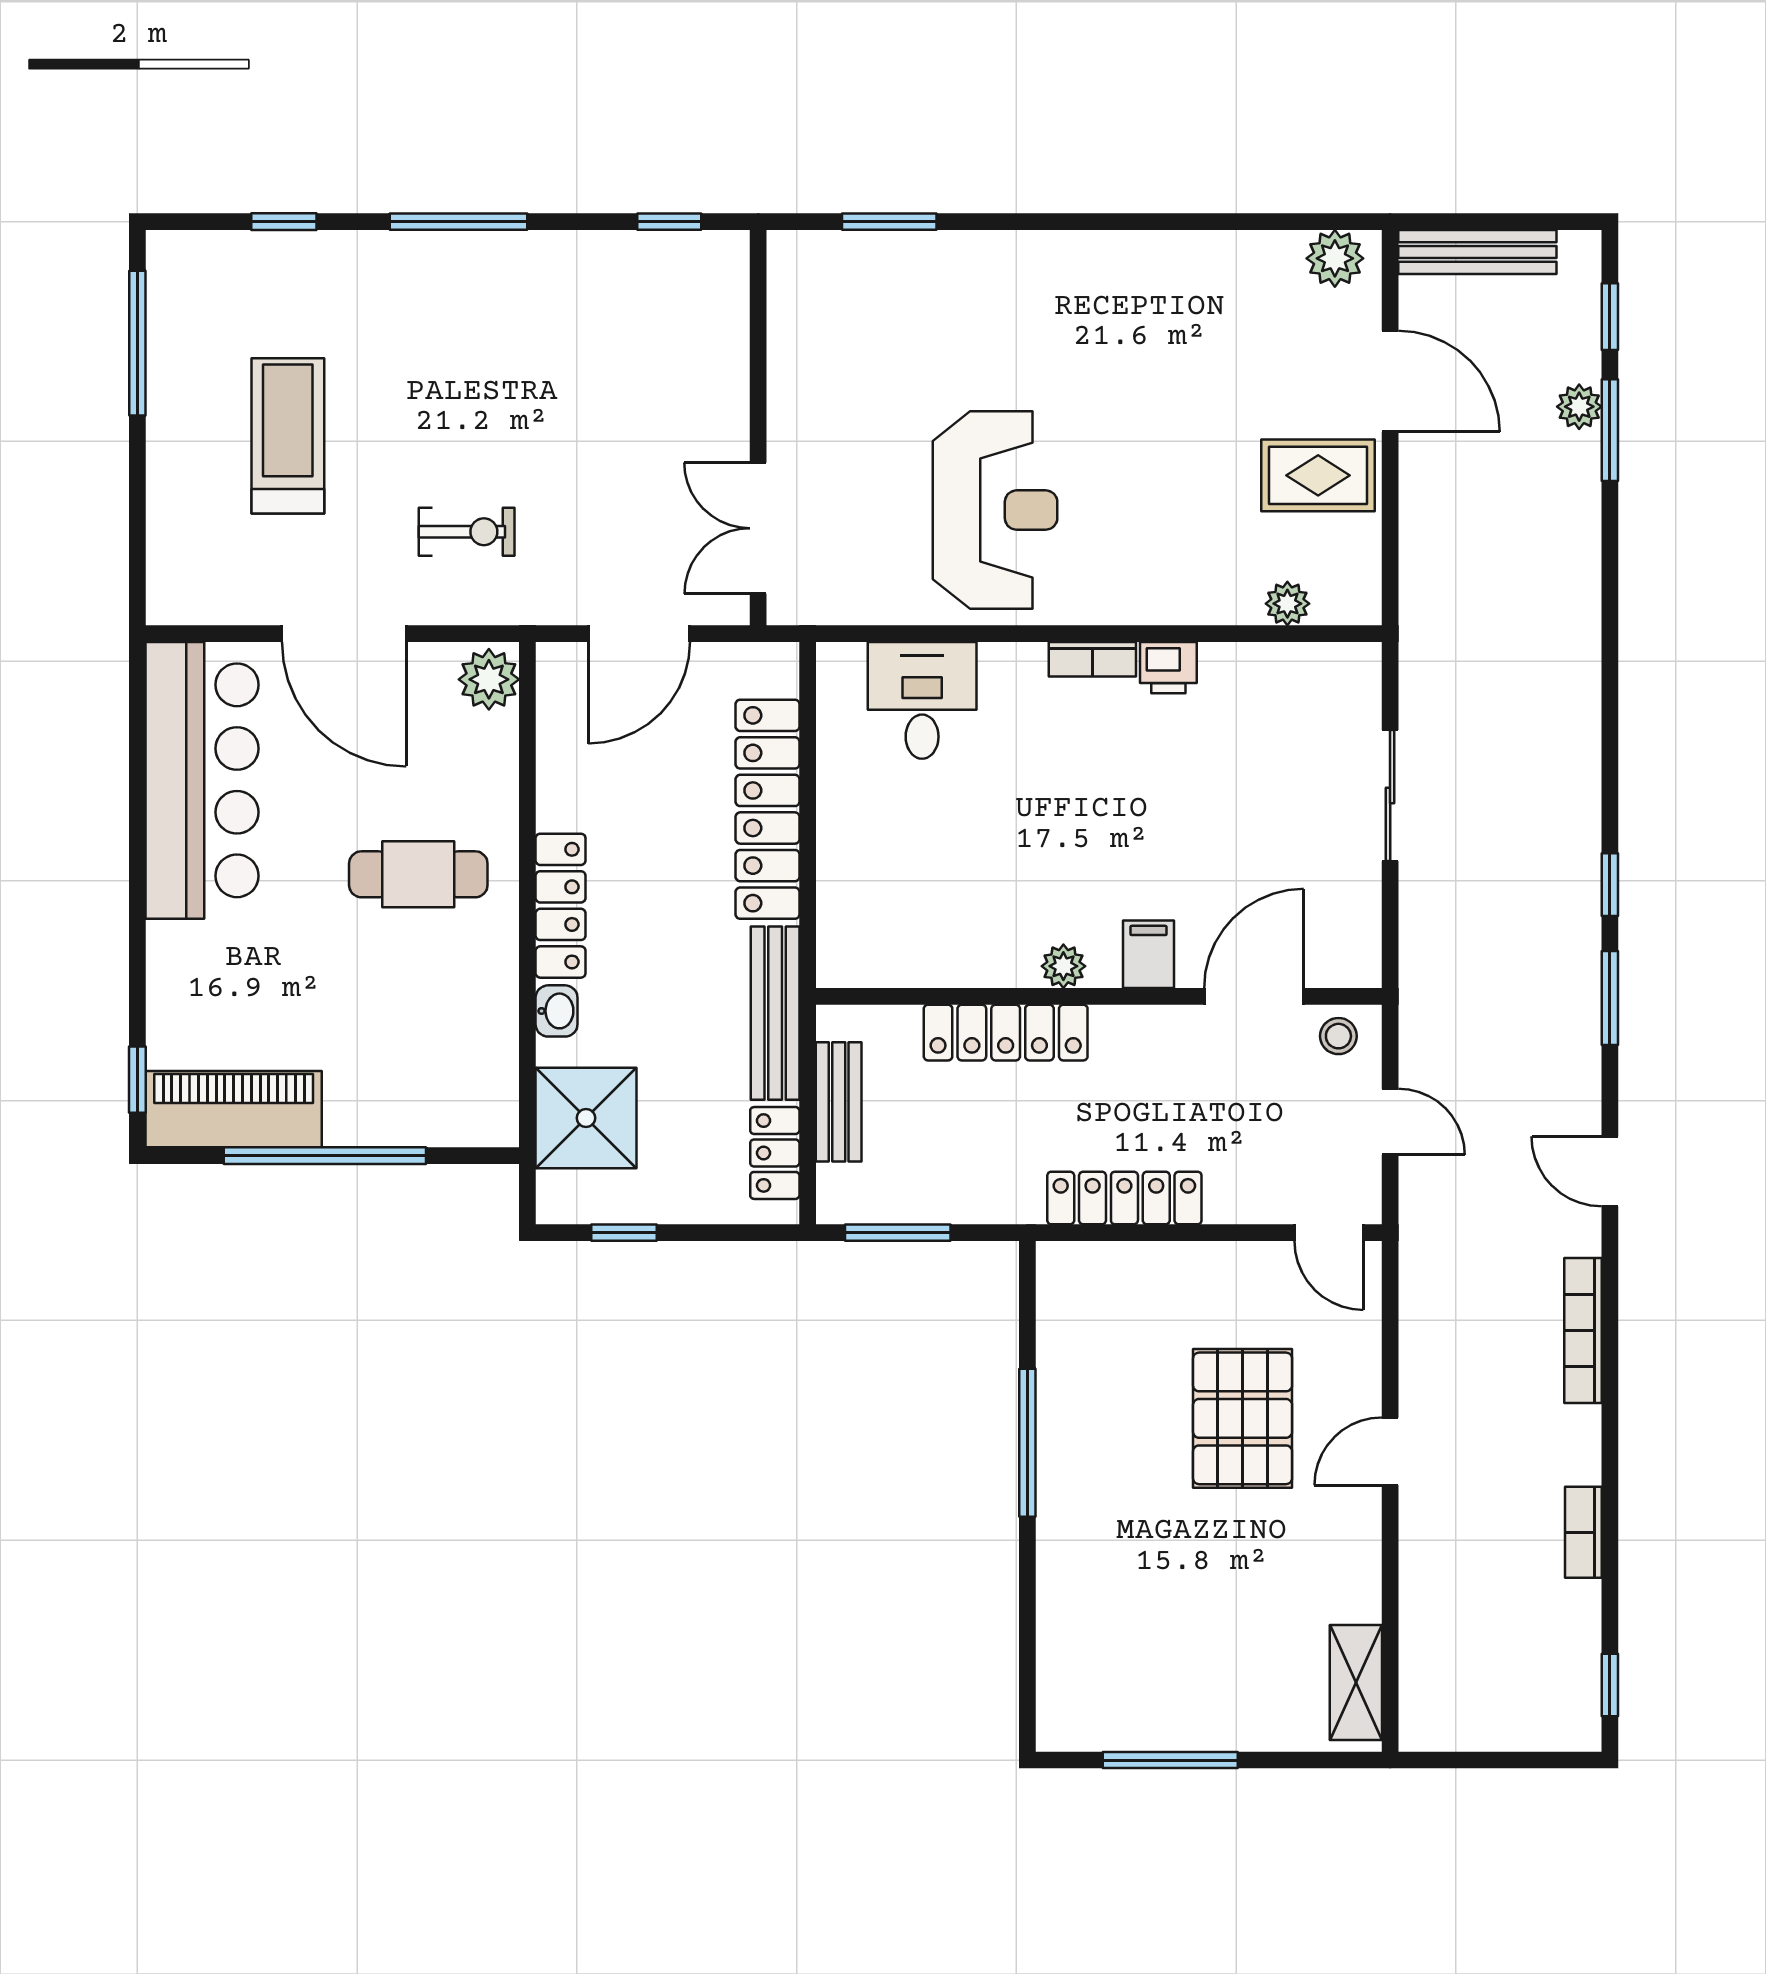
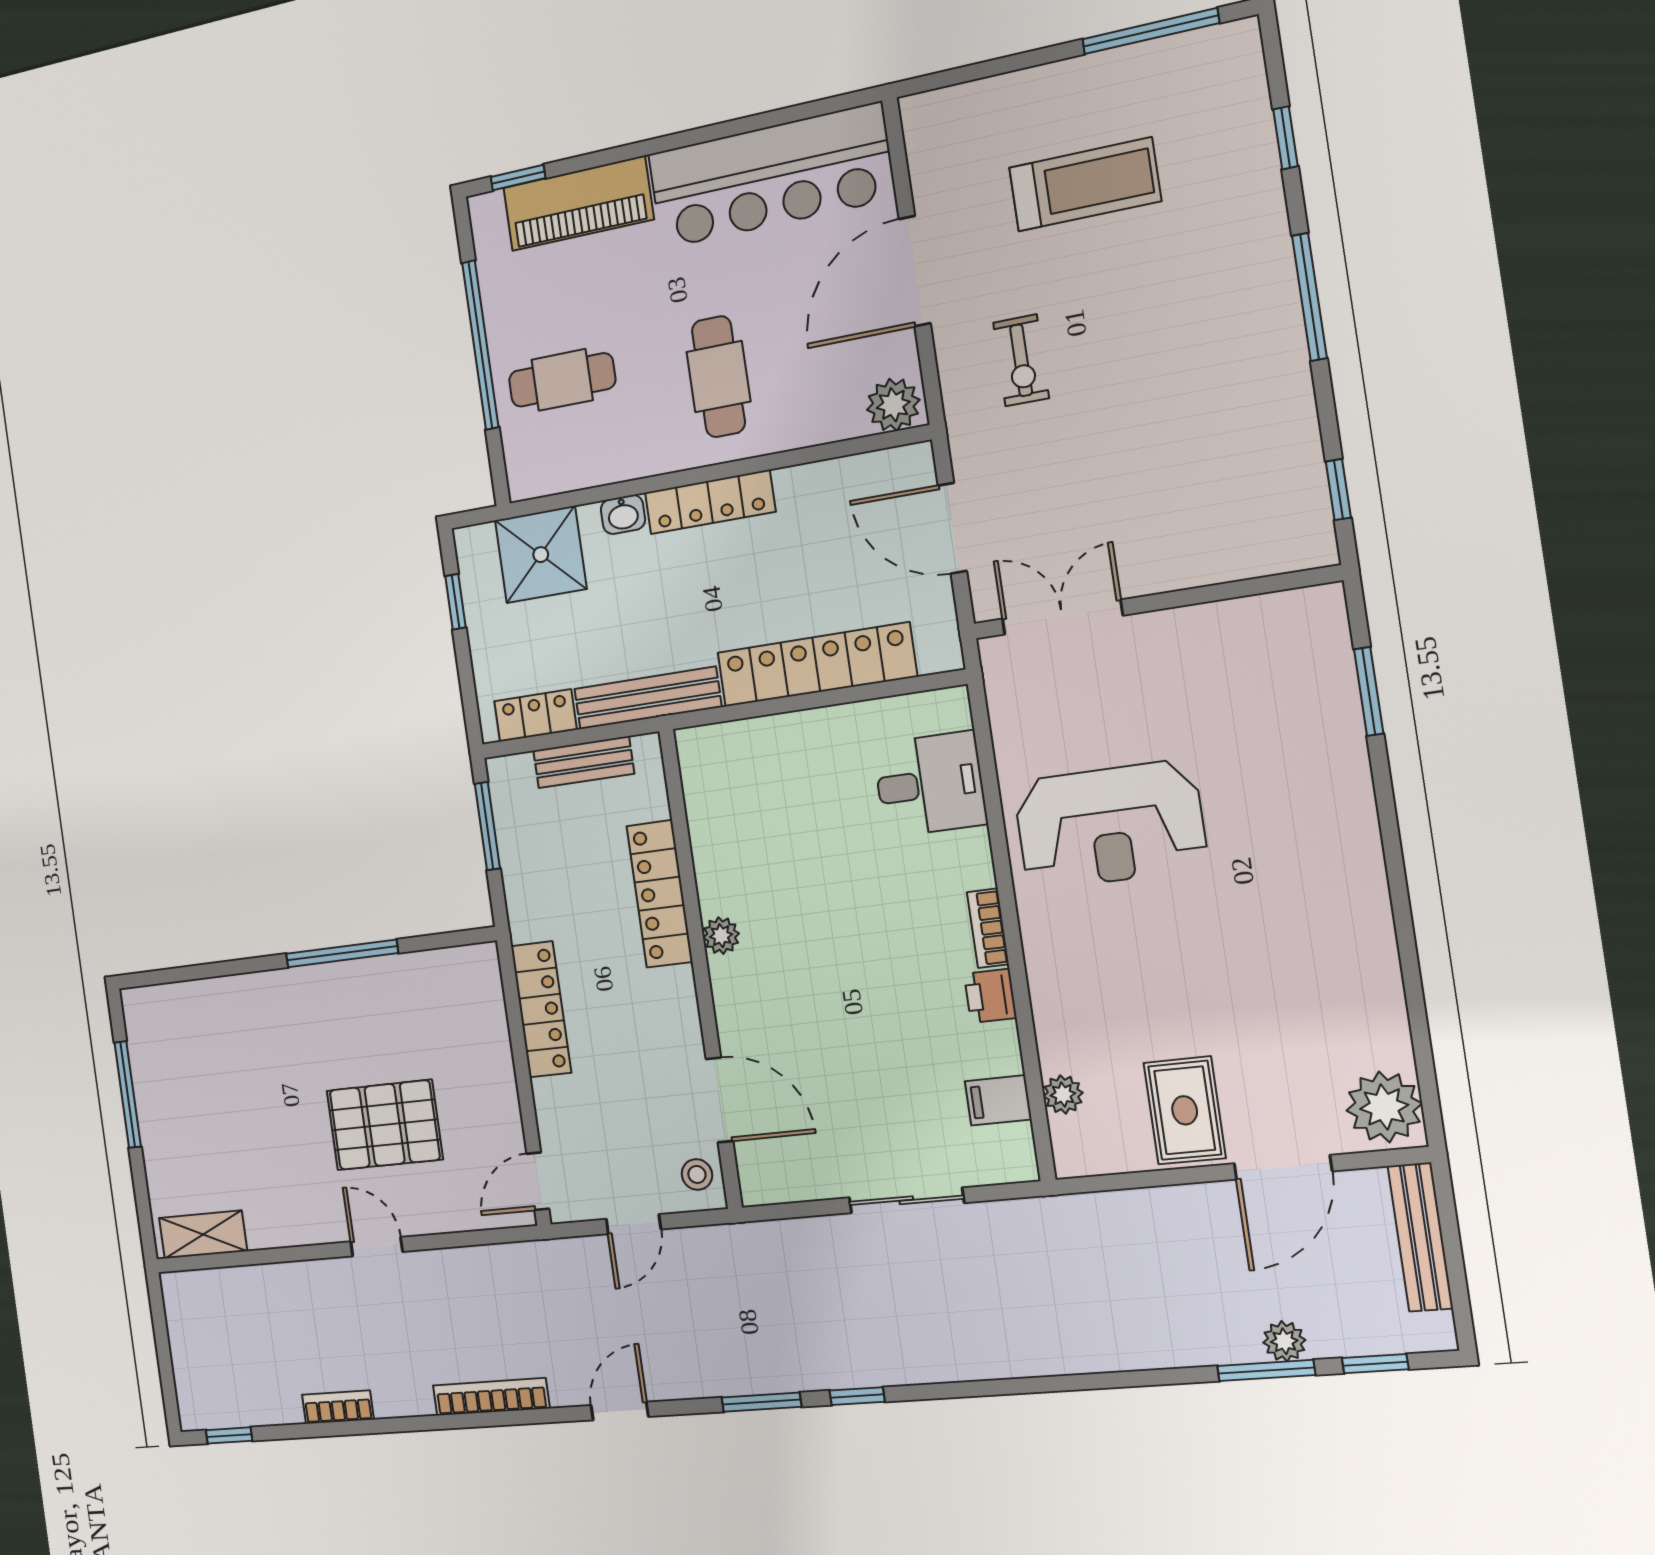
plant: (1335, 258) -> (1384, 1107), width x1.36, depth x1.36
filing cabinet: (1148, 954) -> (998, 1100), moved, turned 180
cafe table: (386, 1061) -> (562, 380), added
piano: (234, 1109) -> (578, 204), moved, turned 90

